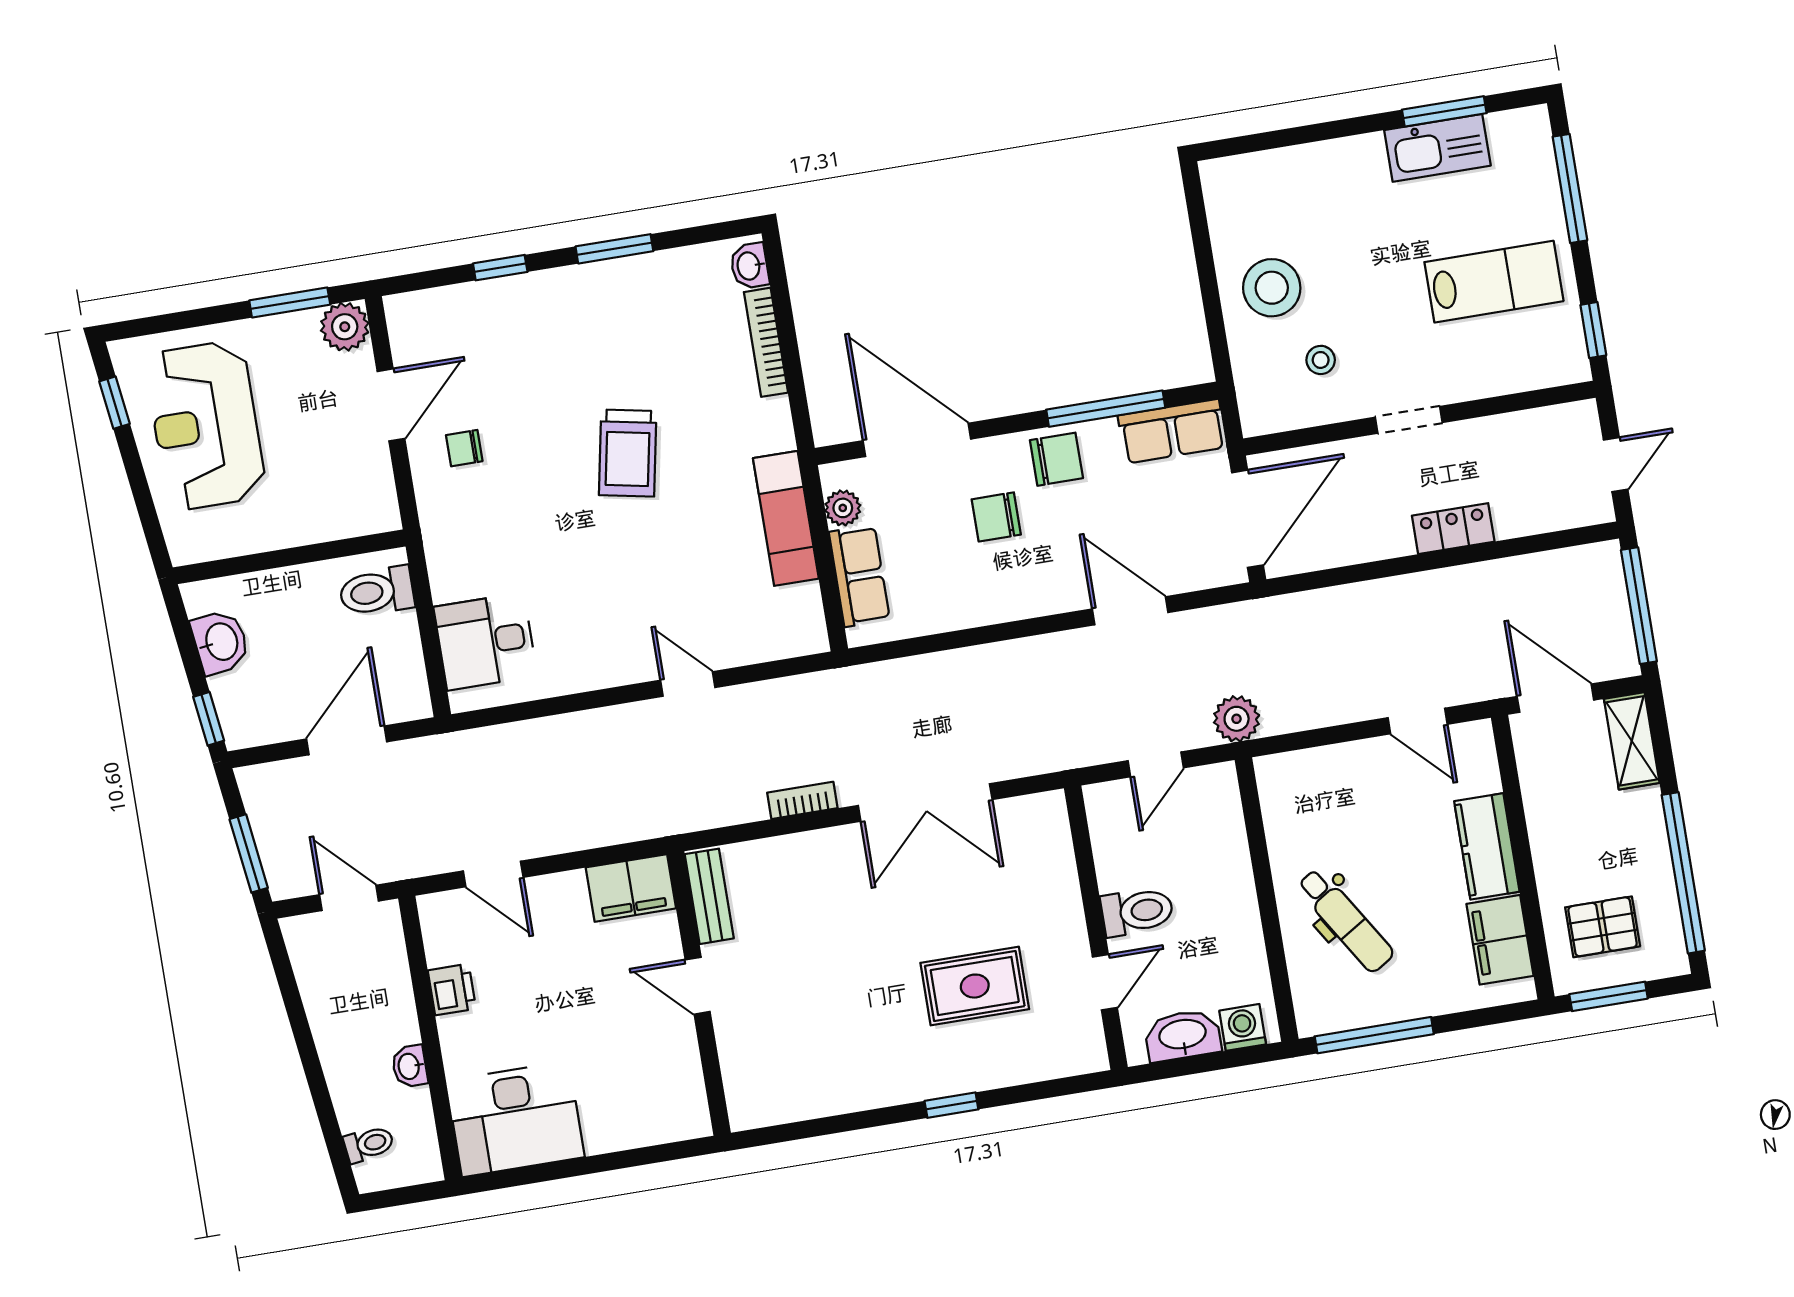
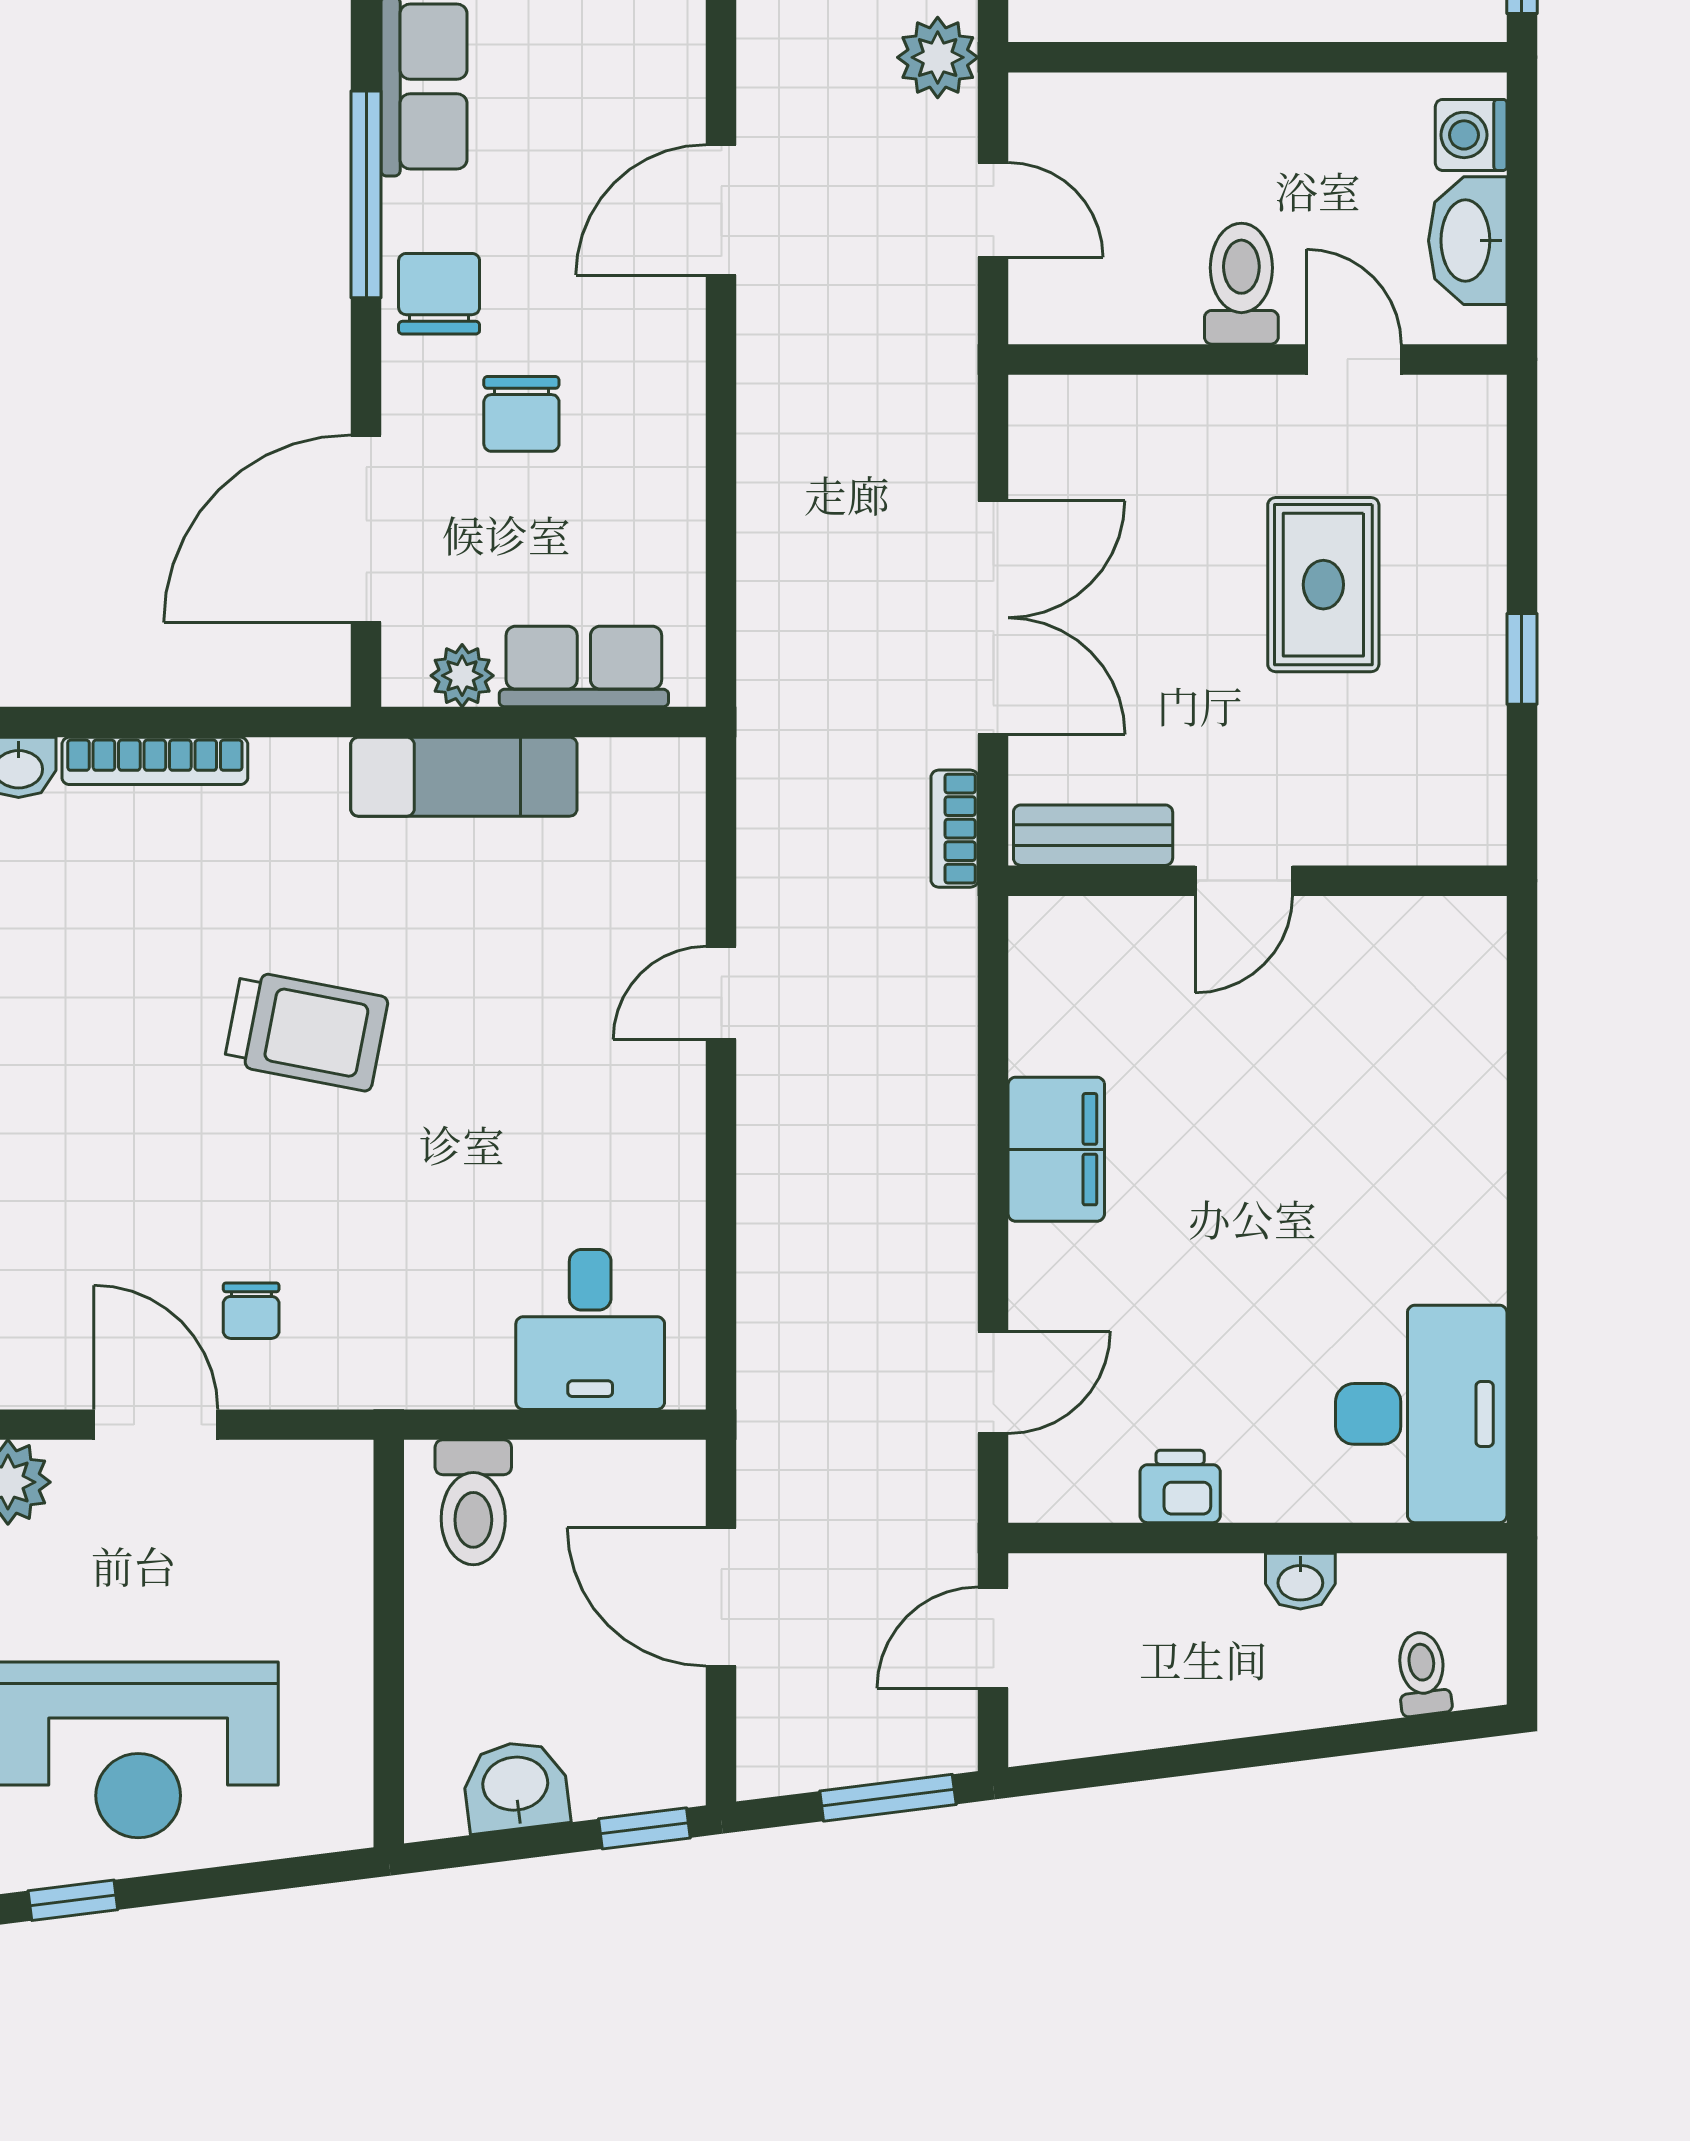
bench: (709, 896) -> (1093, 835), moved
door: (698, 986) -> (1244, 881), moved
wall: (699, 993) -> (1257, 881), moved

